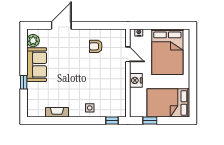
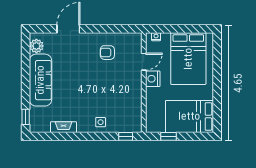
door: (128, 54) -> (144, 62), hinge flipped
sofa: (37, 65) -> (40, 80), width x1.36
nightstand: (136, 80) -> (153, 79), moved
window: (24, 82) -> (26, 117), moved

